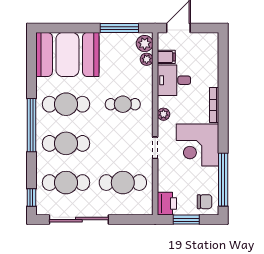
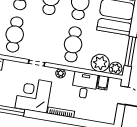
plant: (147, 59) -> (100, 63), width x1.87, depth x1.87
cafe table: (123, 104) -> (73, 44), width x1.37, depth x1.35

